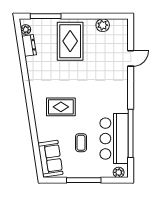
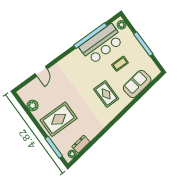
door: (131, 58) -> (41, 71), swing flipped
sofa: (50, 159) -> (137, 84), moved

